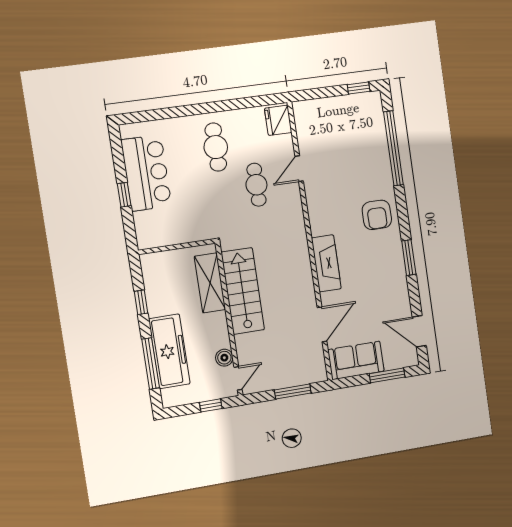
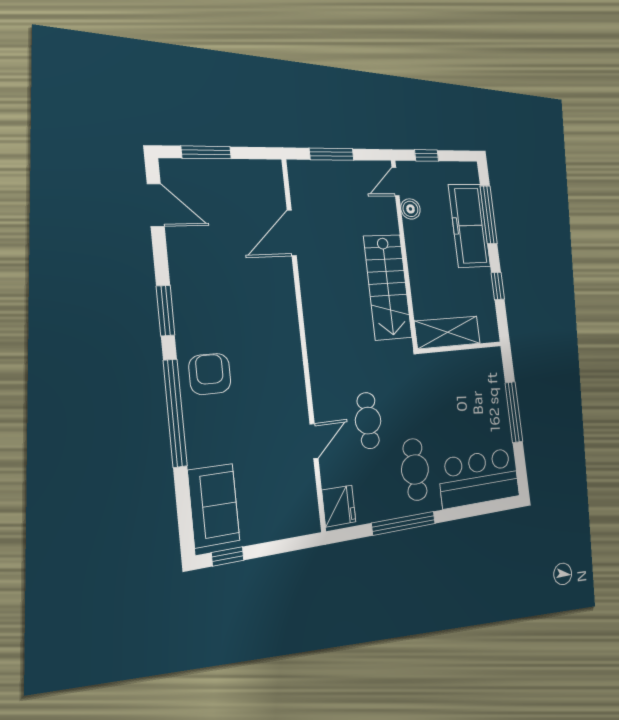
window: (225, 106) -> (404, 523), added
window: (393, 148) -> (175, 413), moved
bar counter: (146, 173) -> (479, 478), moved, turned 90
window: (124, 195) -> (514, 412), width x2.17
fireplace: (326, 263) -> (283, 312), removed
shelving: (210, 283) -> (448, 332), moved, turned 90
sofa: (356, 360) -> (214, 505), moved, turned -90

